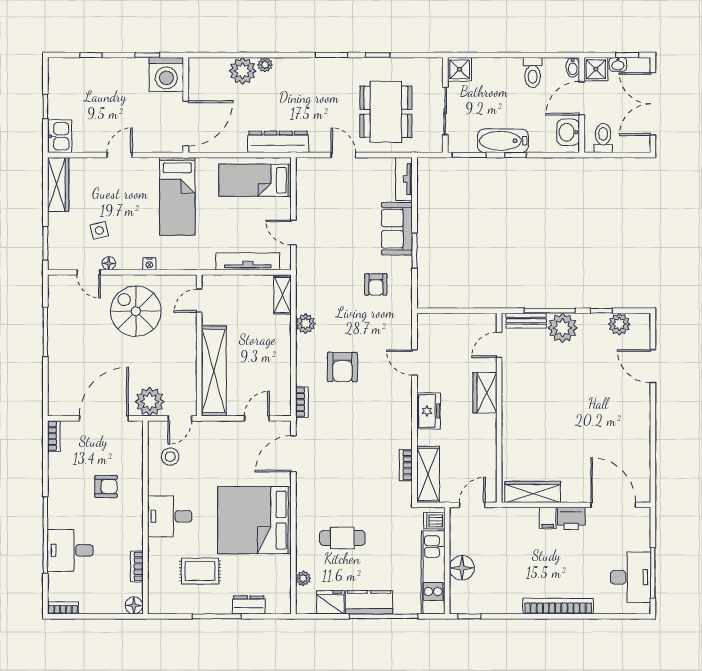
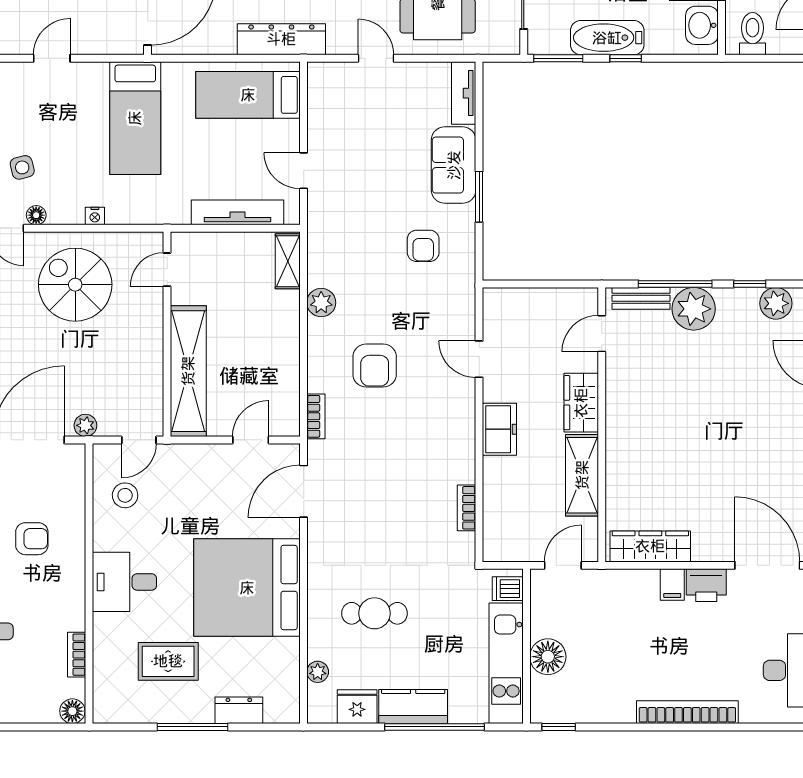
plant: (150, 402) -> (85, 425), width x0.53, depth x0.53
shelving: (428, 474) -> (582, 475), moved

